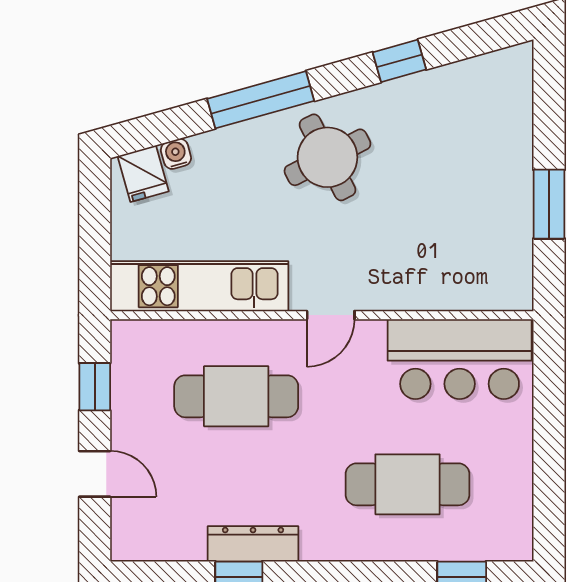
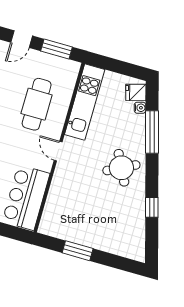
window: (261, 100) -> (152, 132), moved
window: (95, 387) -> (56, 49), width x1.50

